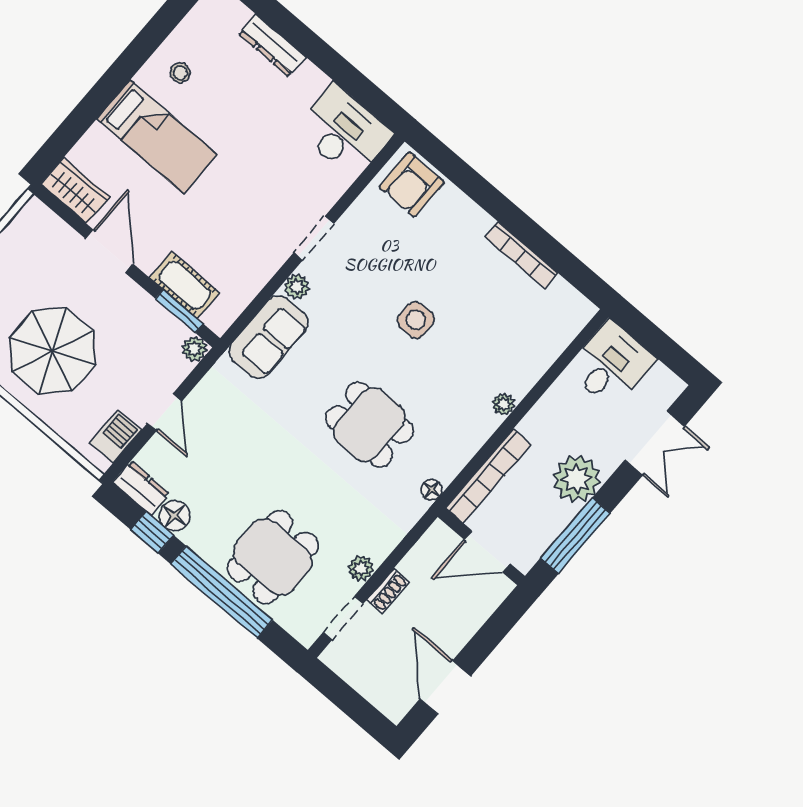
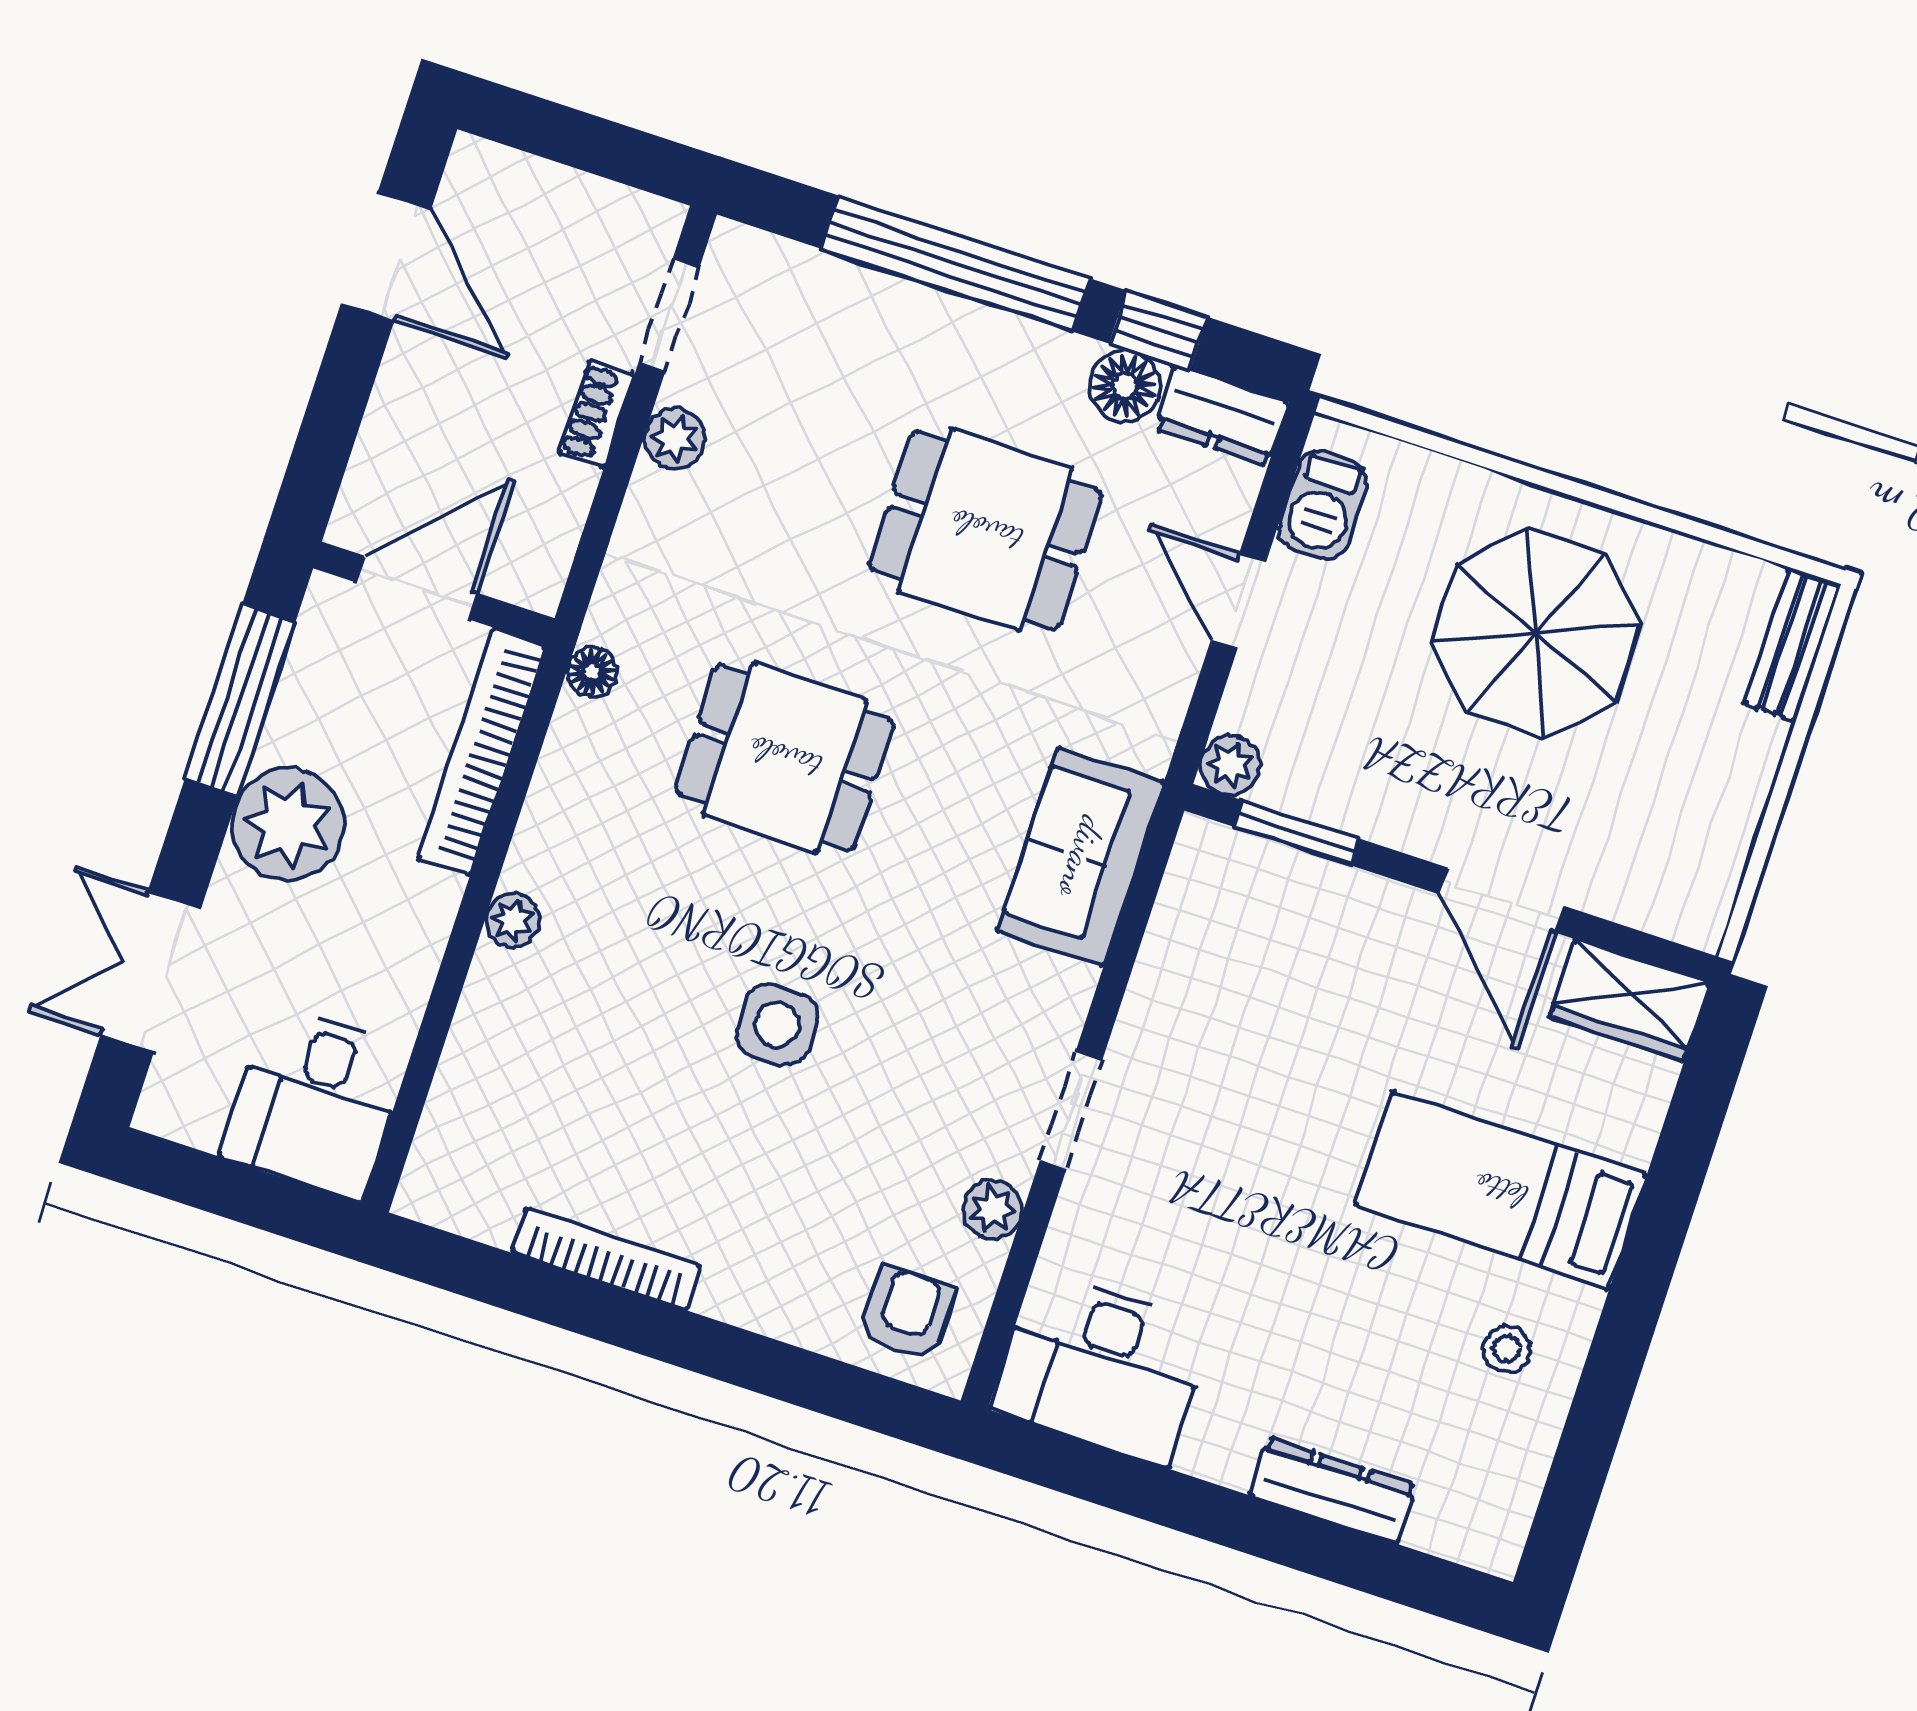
armchair: (412, 185) -> (907, 1314), width x0.72, depth x0.72
cot: (185, 285) -> (1308, 894), removed
plant: (297, 287) -> (993, 1209), moved
dining table: (273, 557) -> (986, 530), moved, turned 90

